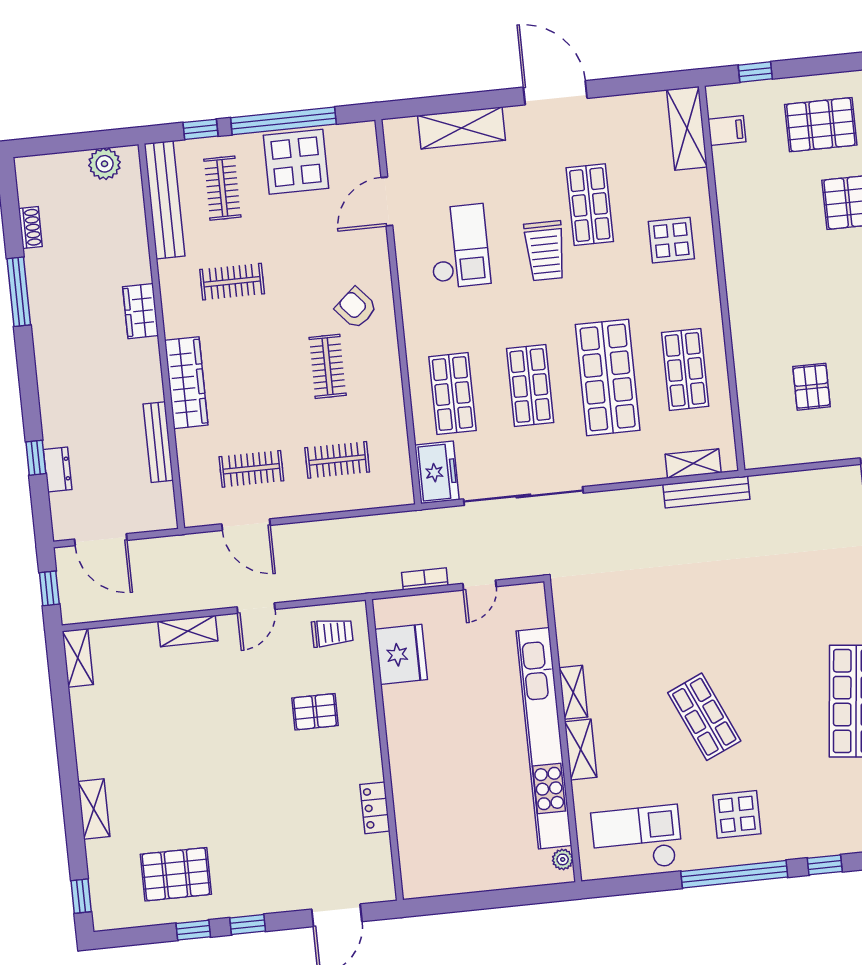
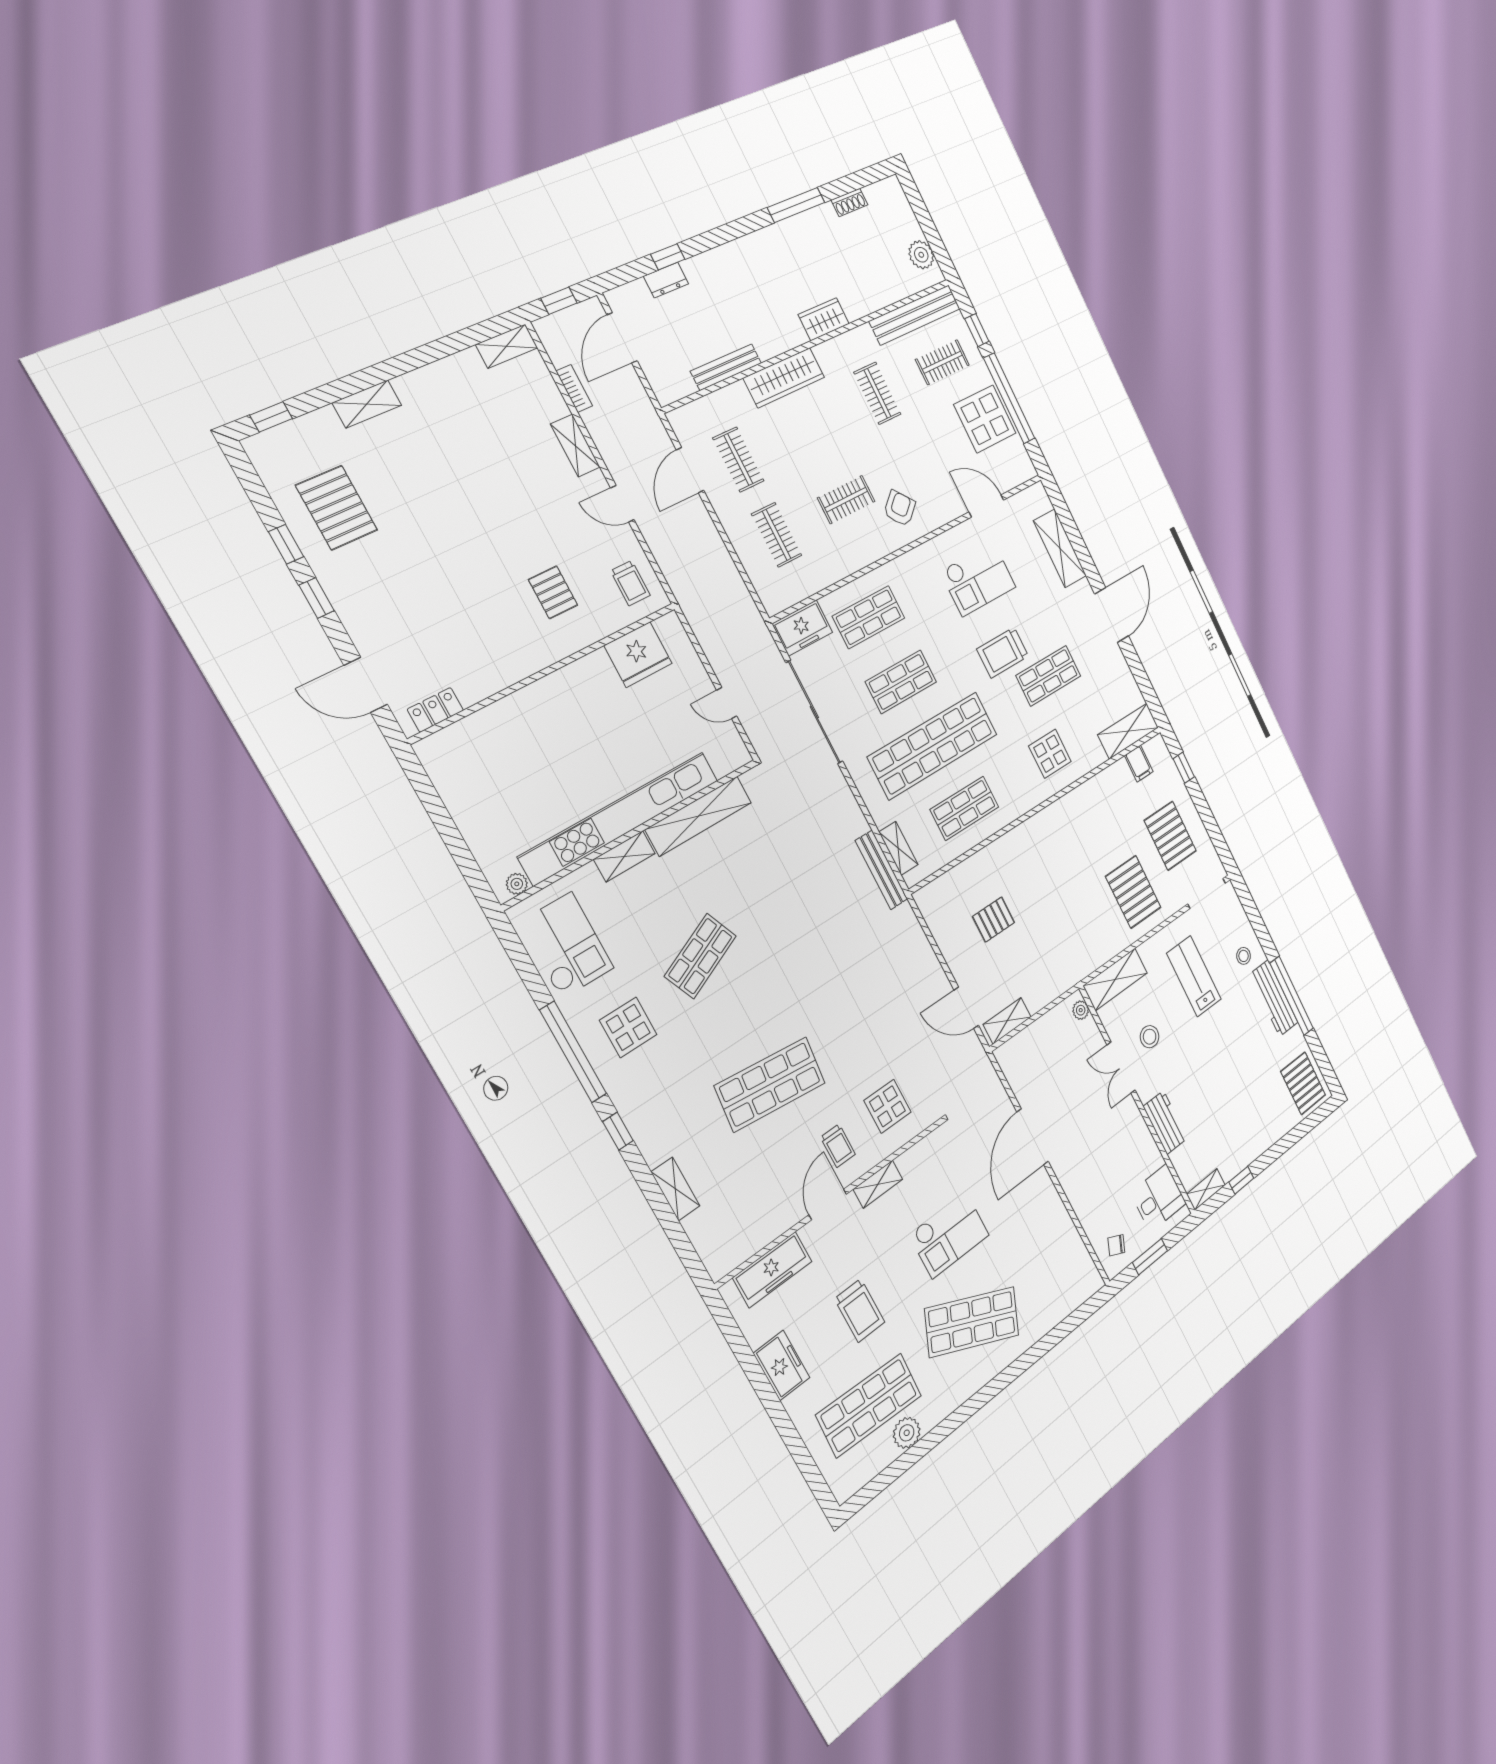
shop shelf: (608, 377) -> (933, 746), width x1.40
bookcase: (425, 579) -> (574, 388), moved
shelving: (573, 692) -> (699, 816), width x2.20, depth x1.33
locker: (375, 808) -> (435, 710), moved

